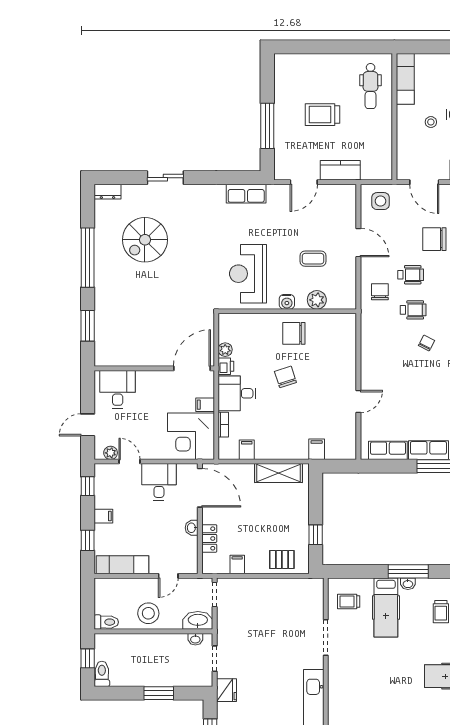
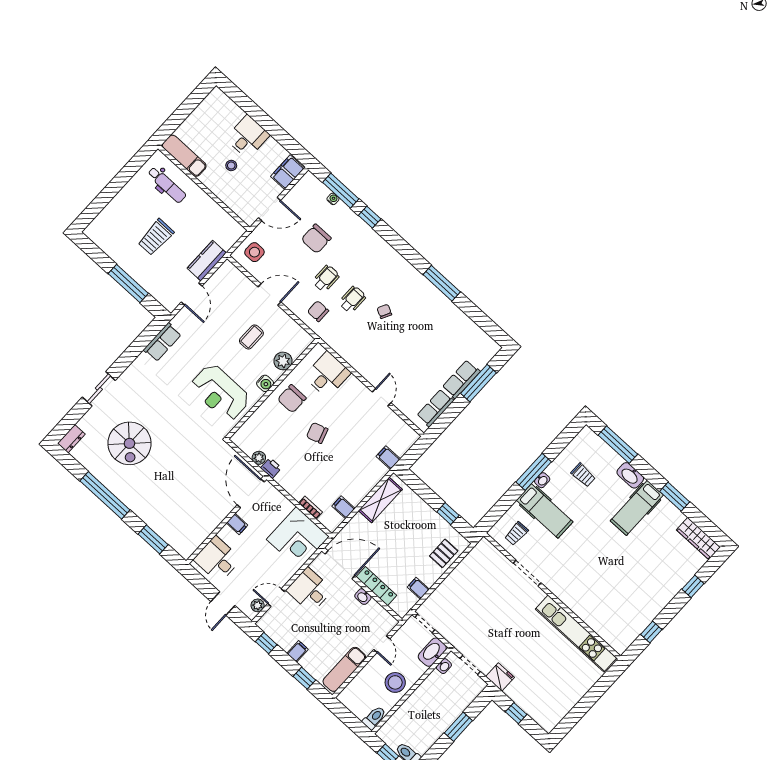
desk: (237, 393) -> (327, 375), moved, turned 180
filing cabinet: (205, 405) -> (237, 524), moved, turned -90
locker: (209, 538) -> (376, 586), width x1.53

